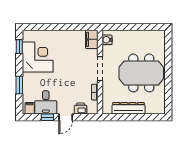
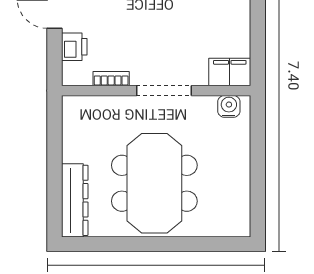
dresser: (128, 108) -> (75, 200), moved

